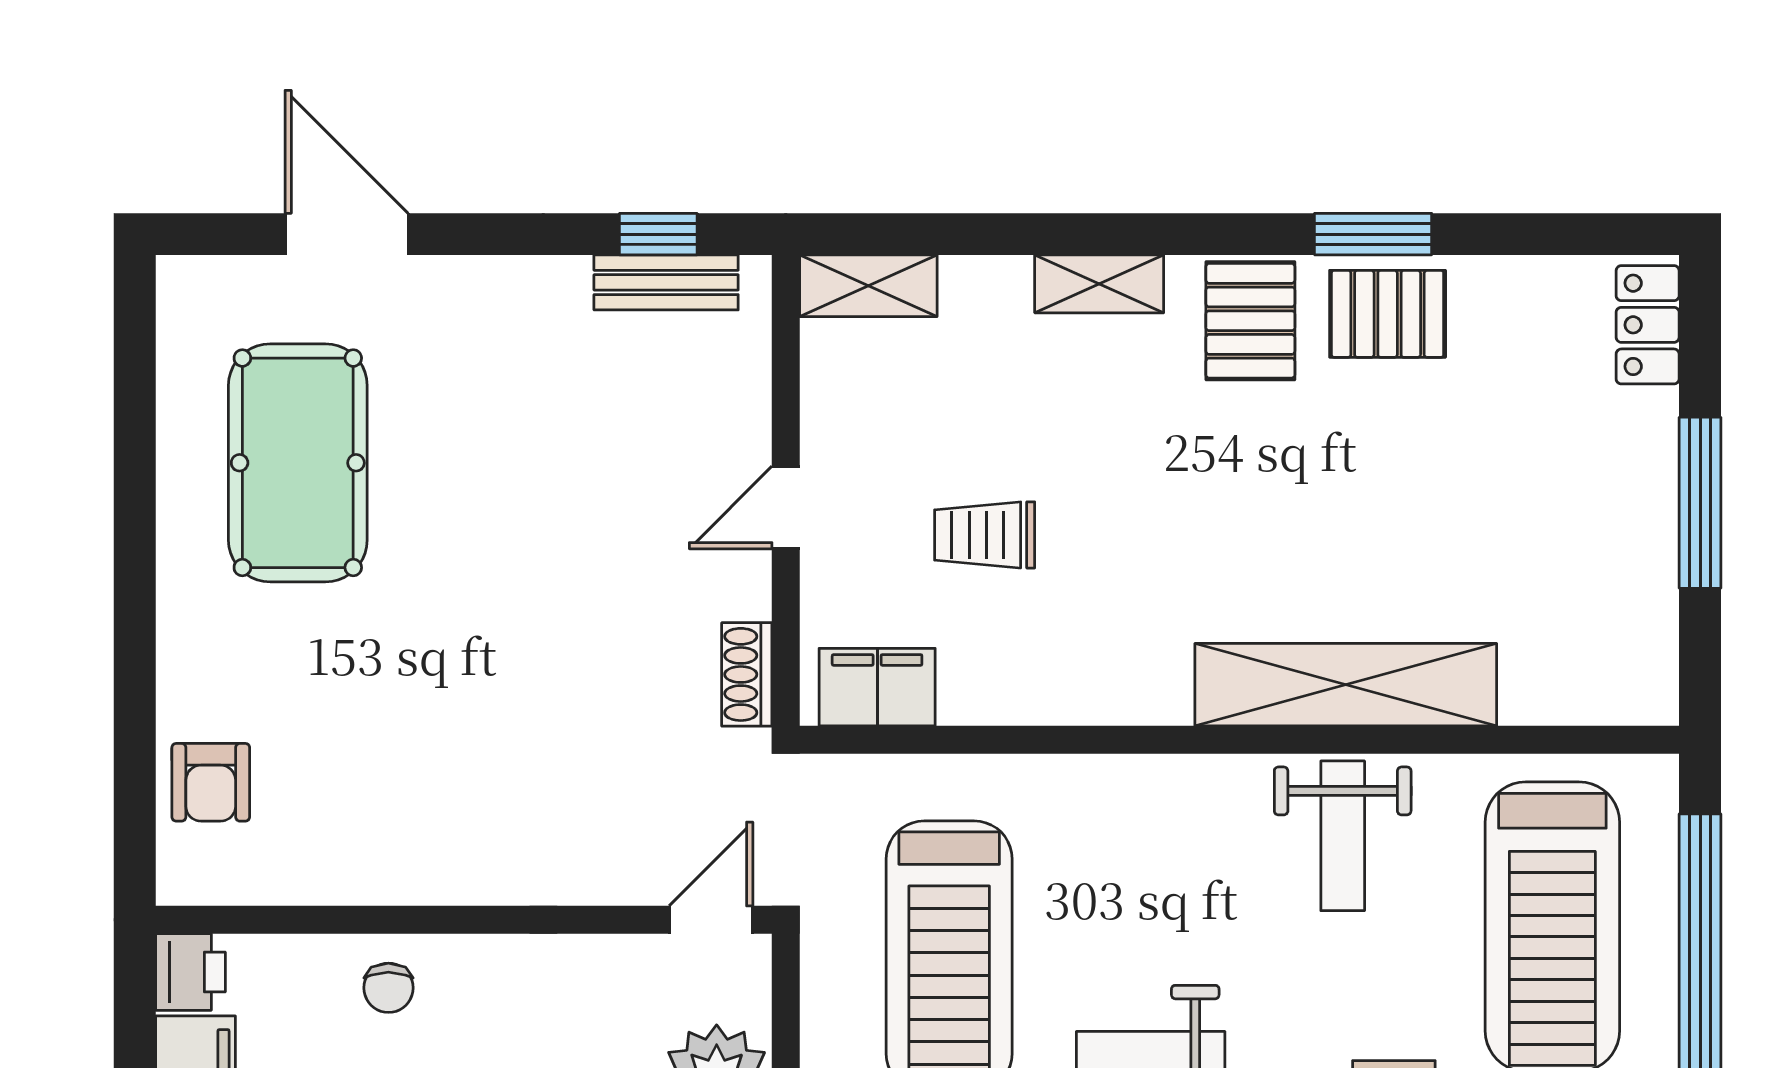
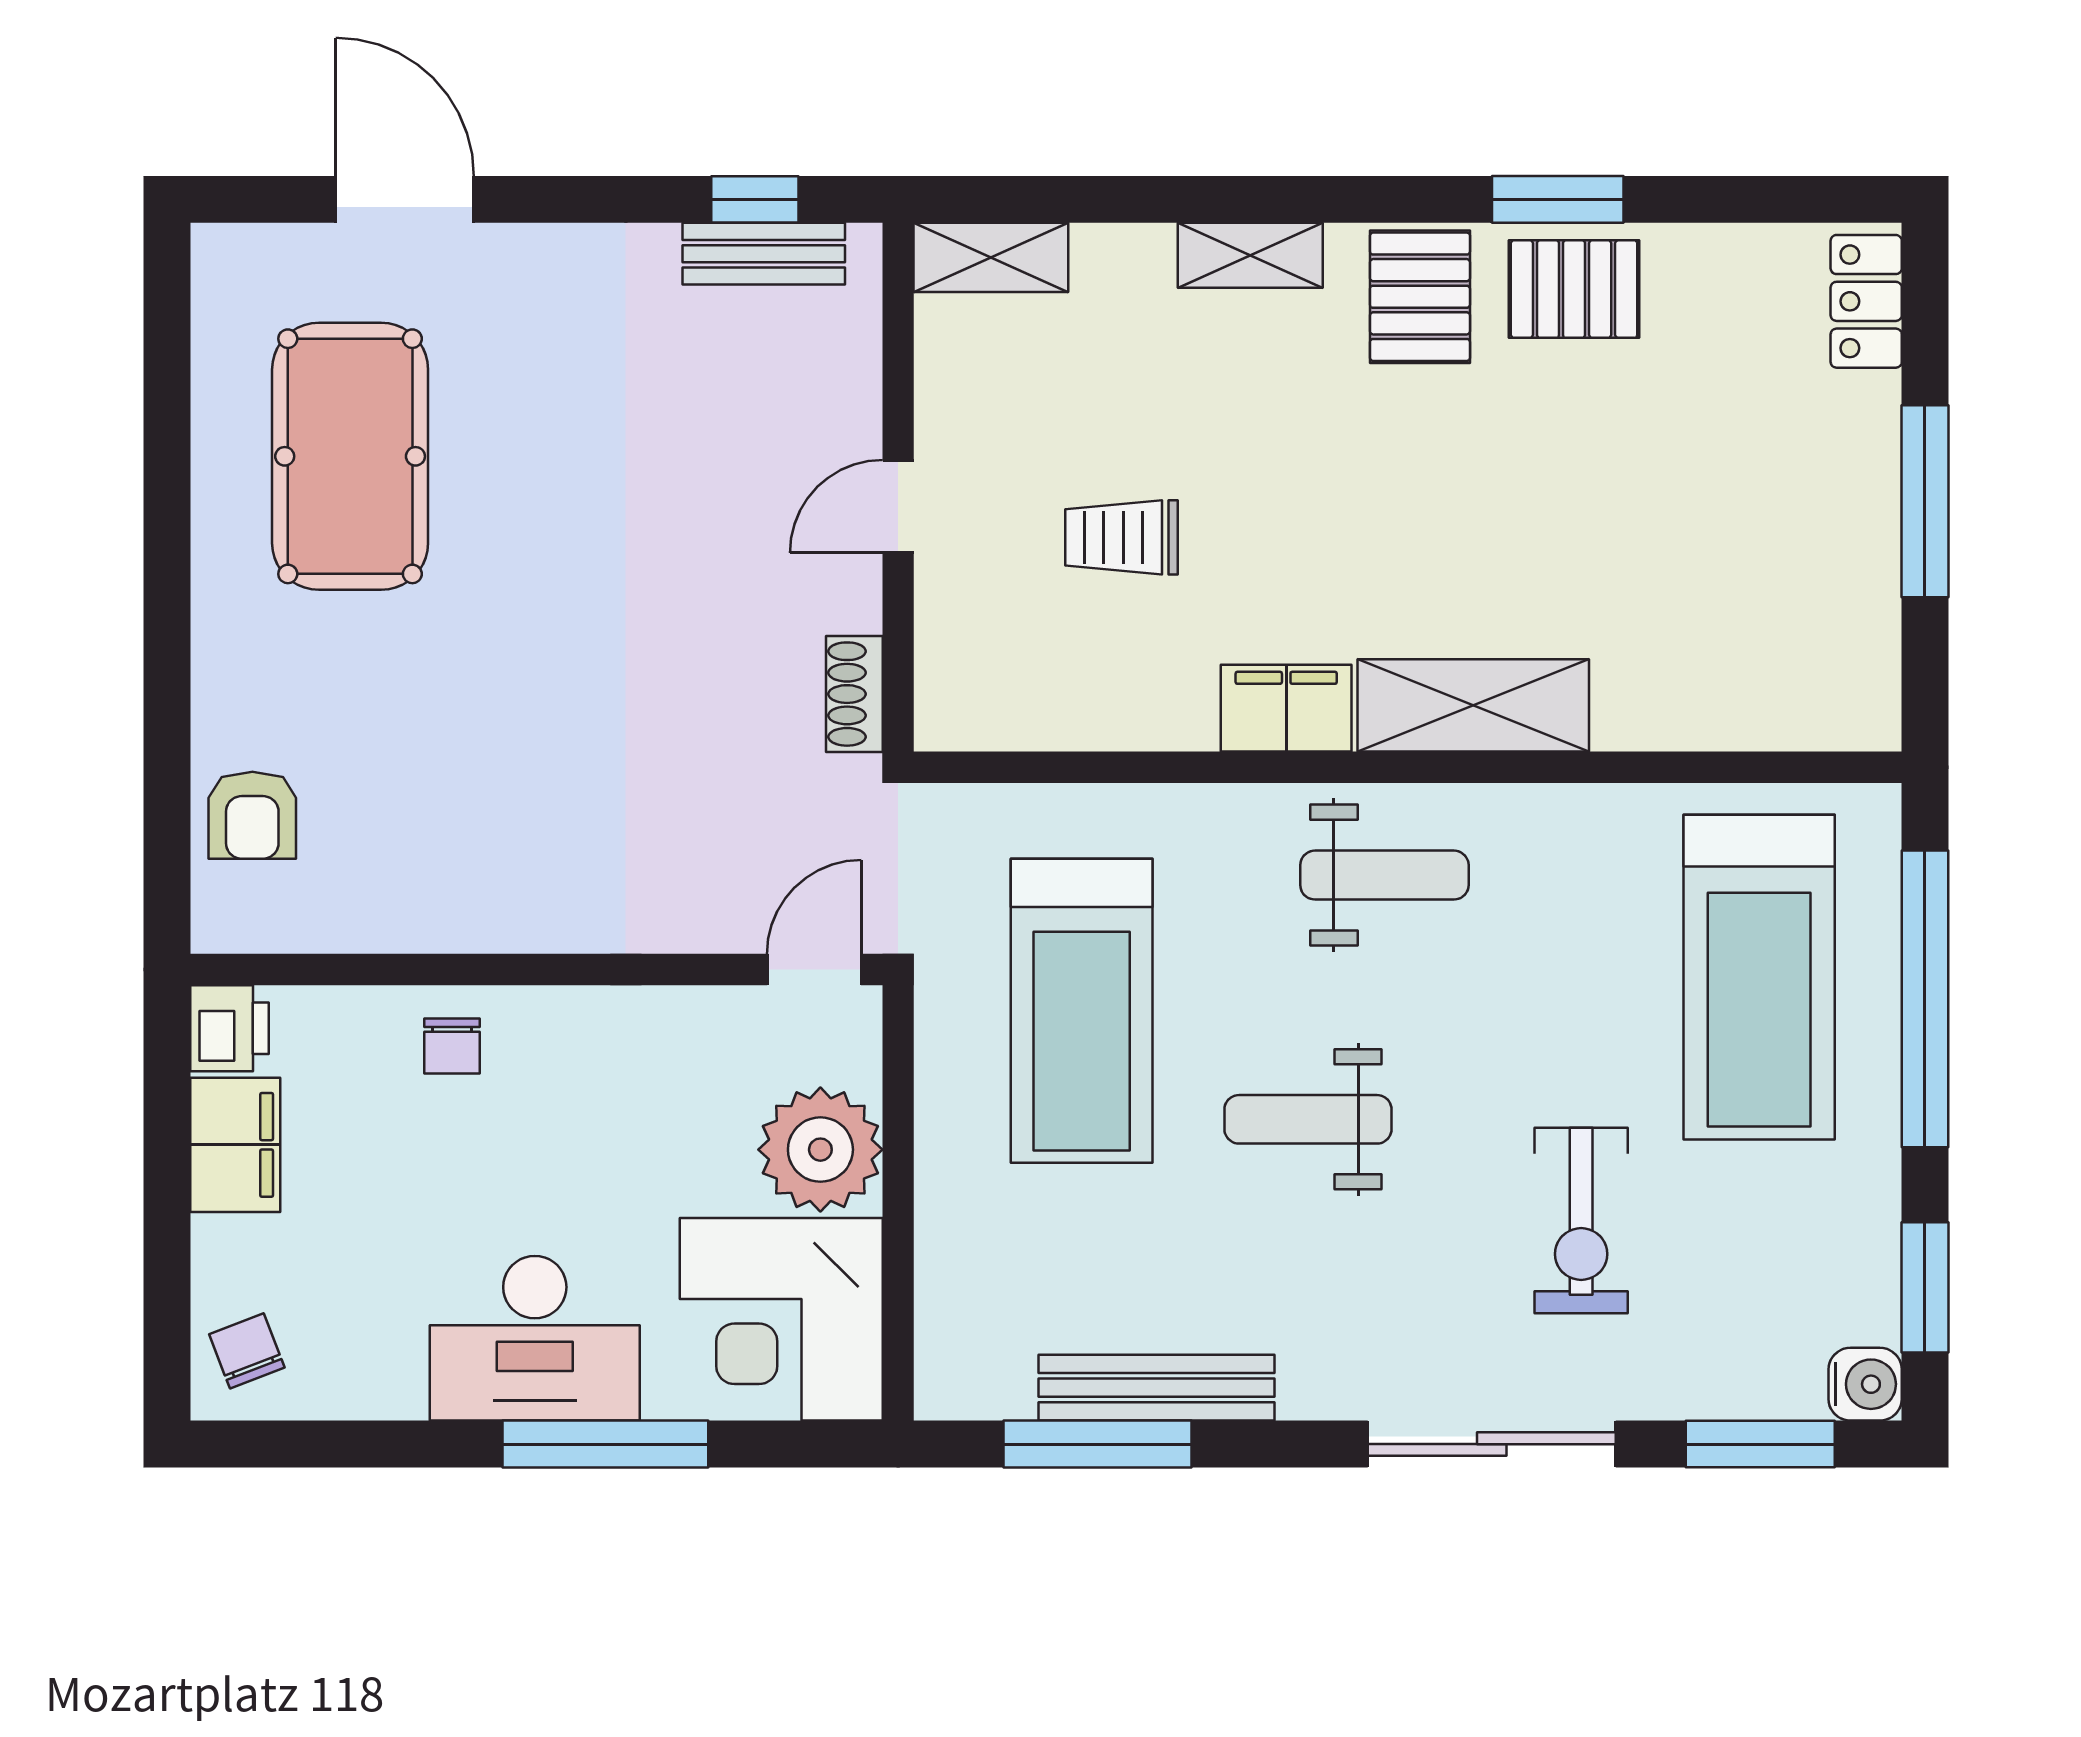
shelving: (1346, 685) -> (1473, 705), width x0.68
filing cabinet: (877, 687) -> (1286, 708), moved
weight bench: (1343, 836) -> (1384, 875), moved, turned -90

